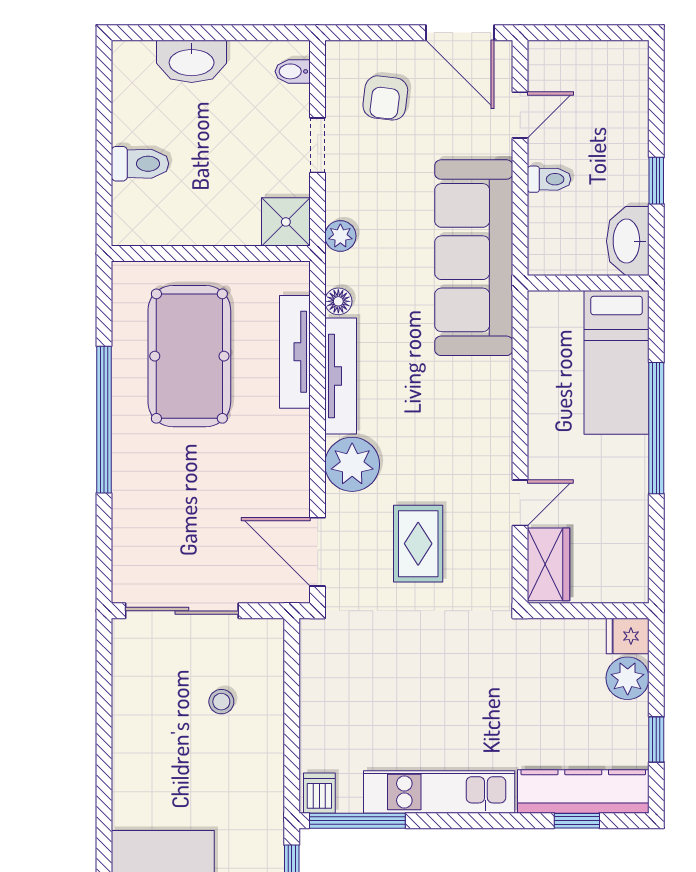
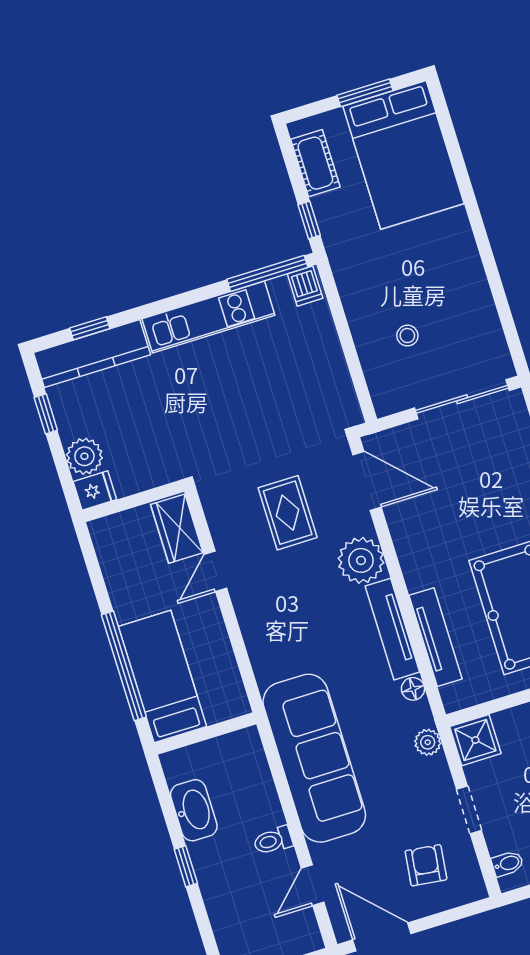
wall: (588, 283) -> (205, 733), moved
bed: (617, 362) -> (162, 676), moved

